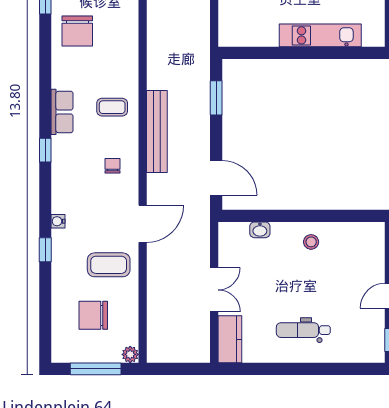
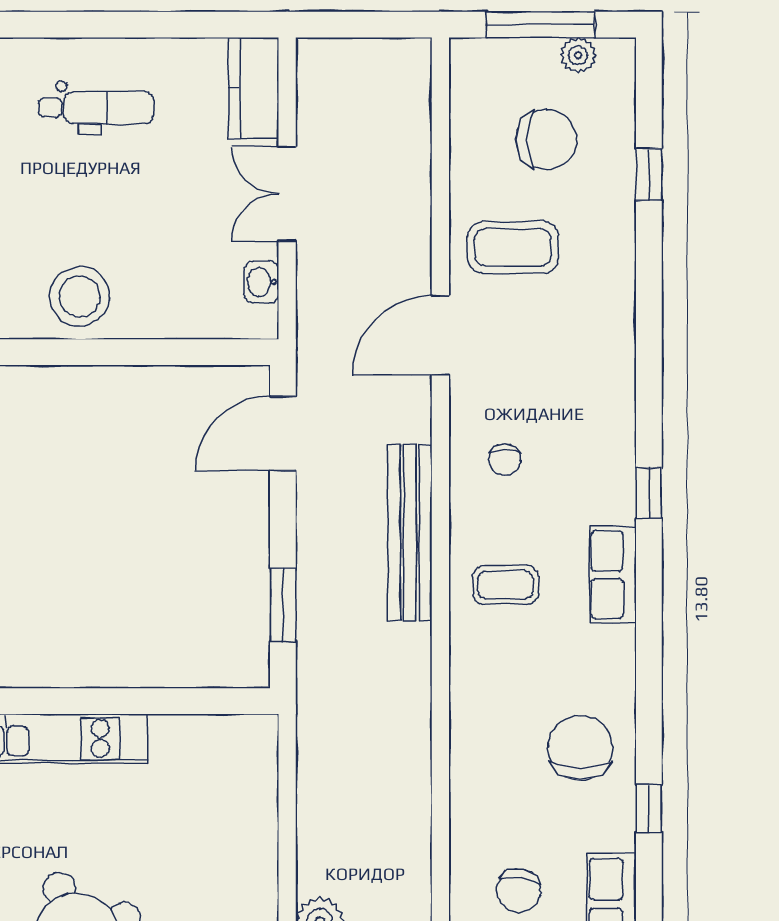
door: (216, 178) -> (283, 434), hinge flipped
water cooler: (58, 221) -> (621, 341), removed
washbasin: (260, 230) -> (261, 282), moved, turned -90
stool: (311, 242) -> (80, 296), width x1.89, depth x1.89
window: (45, 250) -> (649, 175), moved
plant: (130, 354) -> (578, 55), moved

